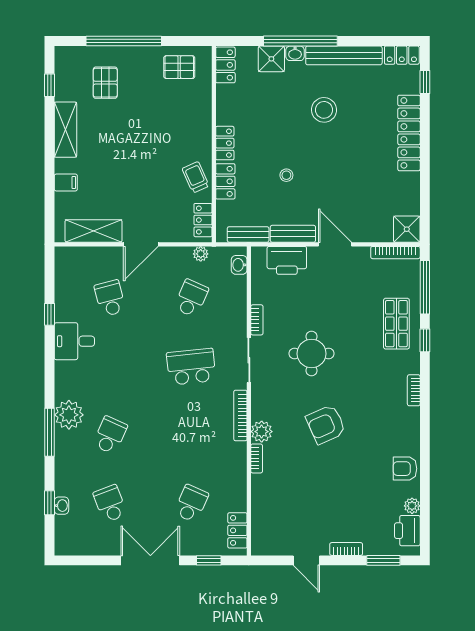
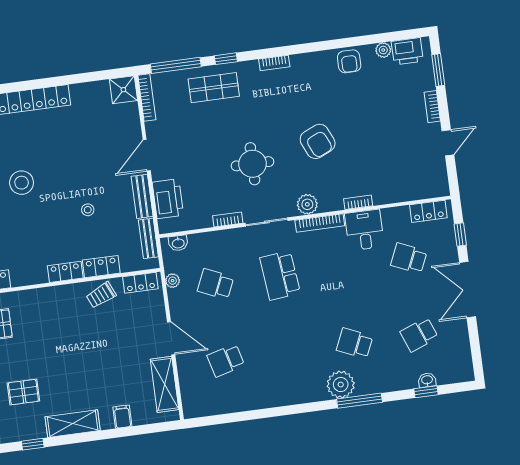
window: (49, 314) -> (249, 415), removed
desk: (74, 341) -> (364, 230), moved, turned 180
plant: (262, 432) -> (307, 204), moved

